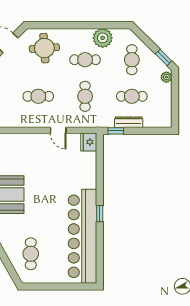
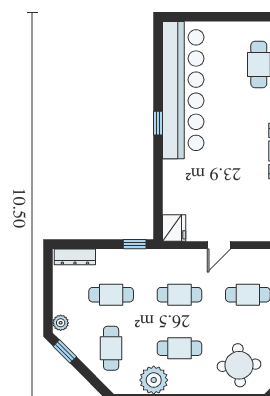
cafe table: (85, 96) -> (179, 295), turned 90
dresser: (129, 122) -> (75, 257), moved
door: (58, 130) -> (219, 245), swing flipped

